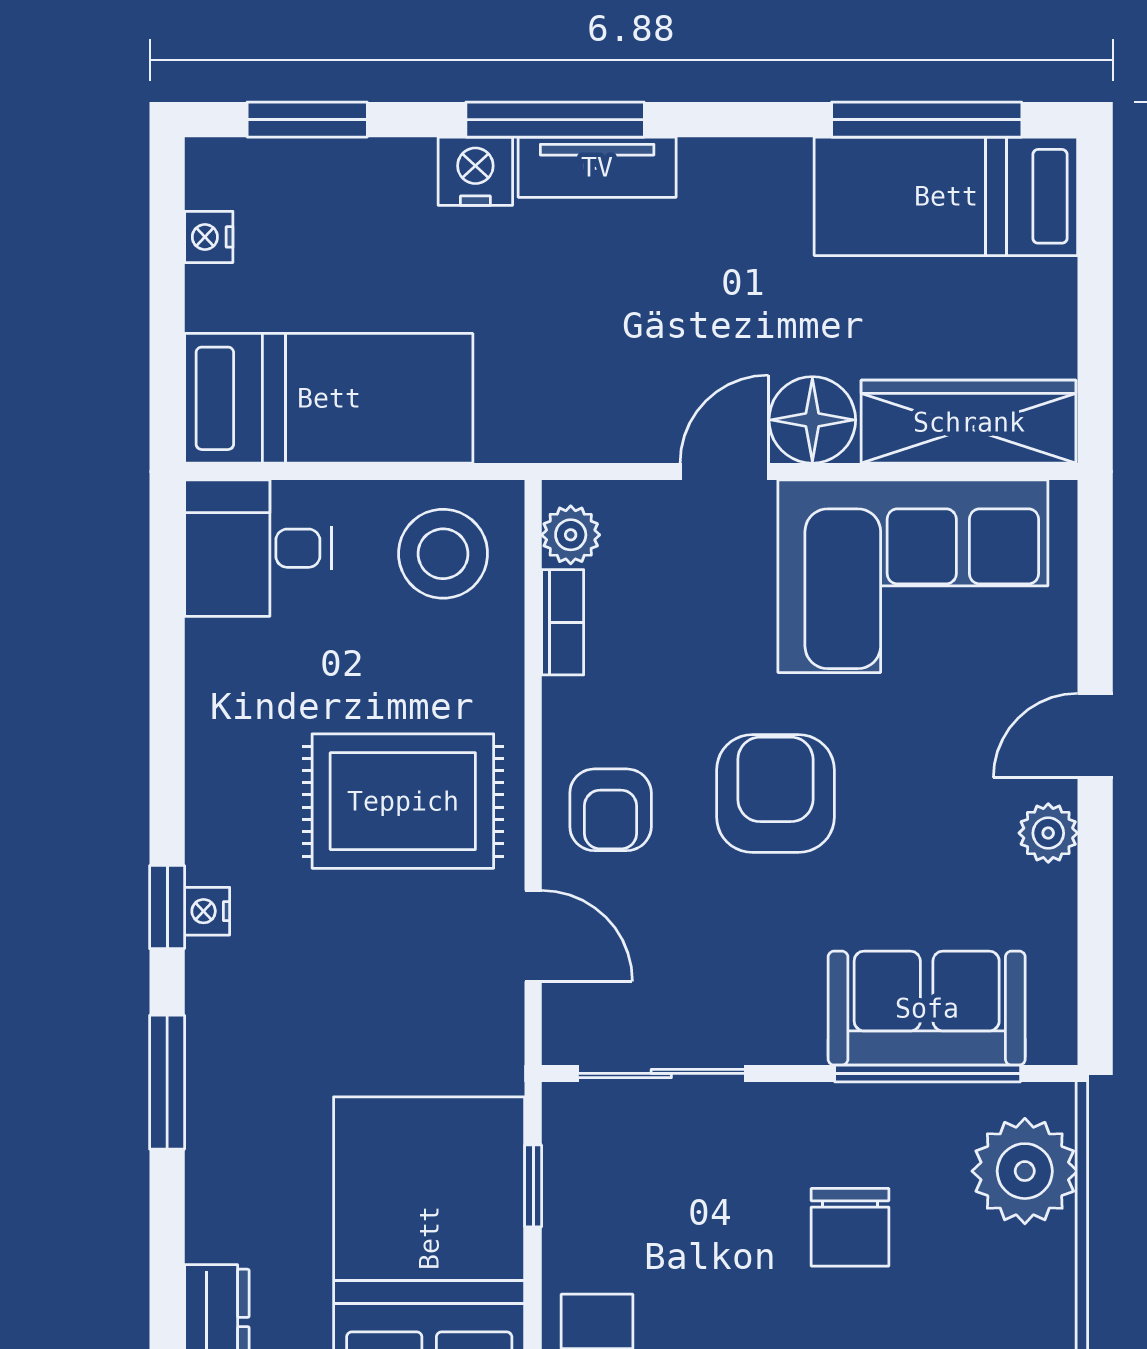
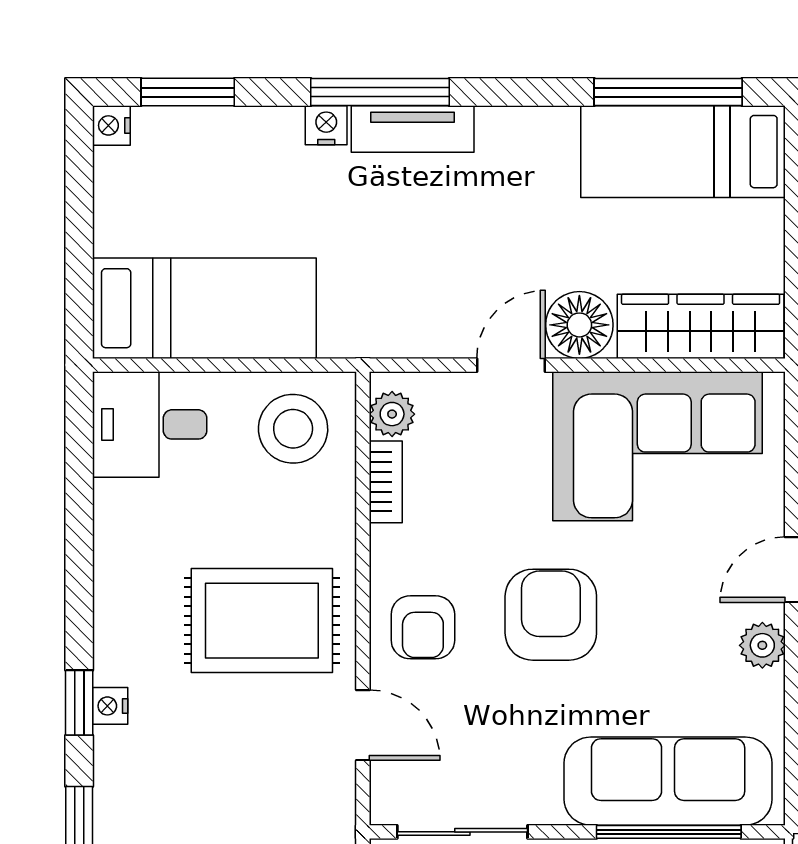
nightstand: (475, 171) -> (326, 125), width x0.72, depth x0.74
nightstand: (209, 237) -> (111, 125), moved
sofa: (927, 1008) -> (668, 781), width x1.36

